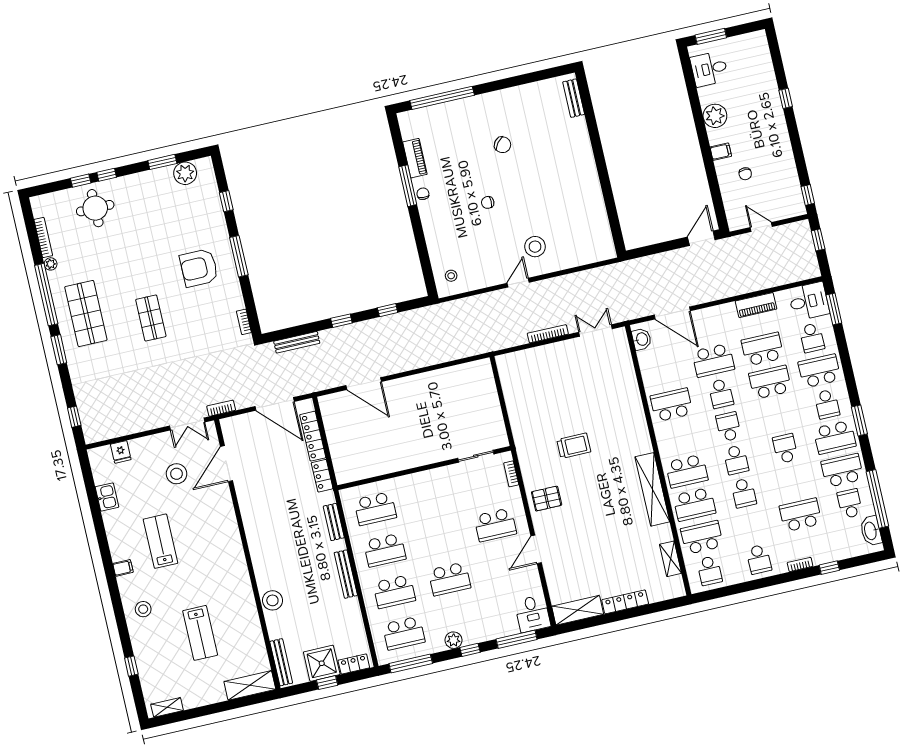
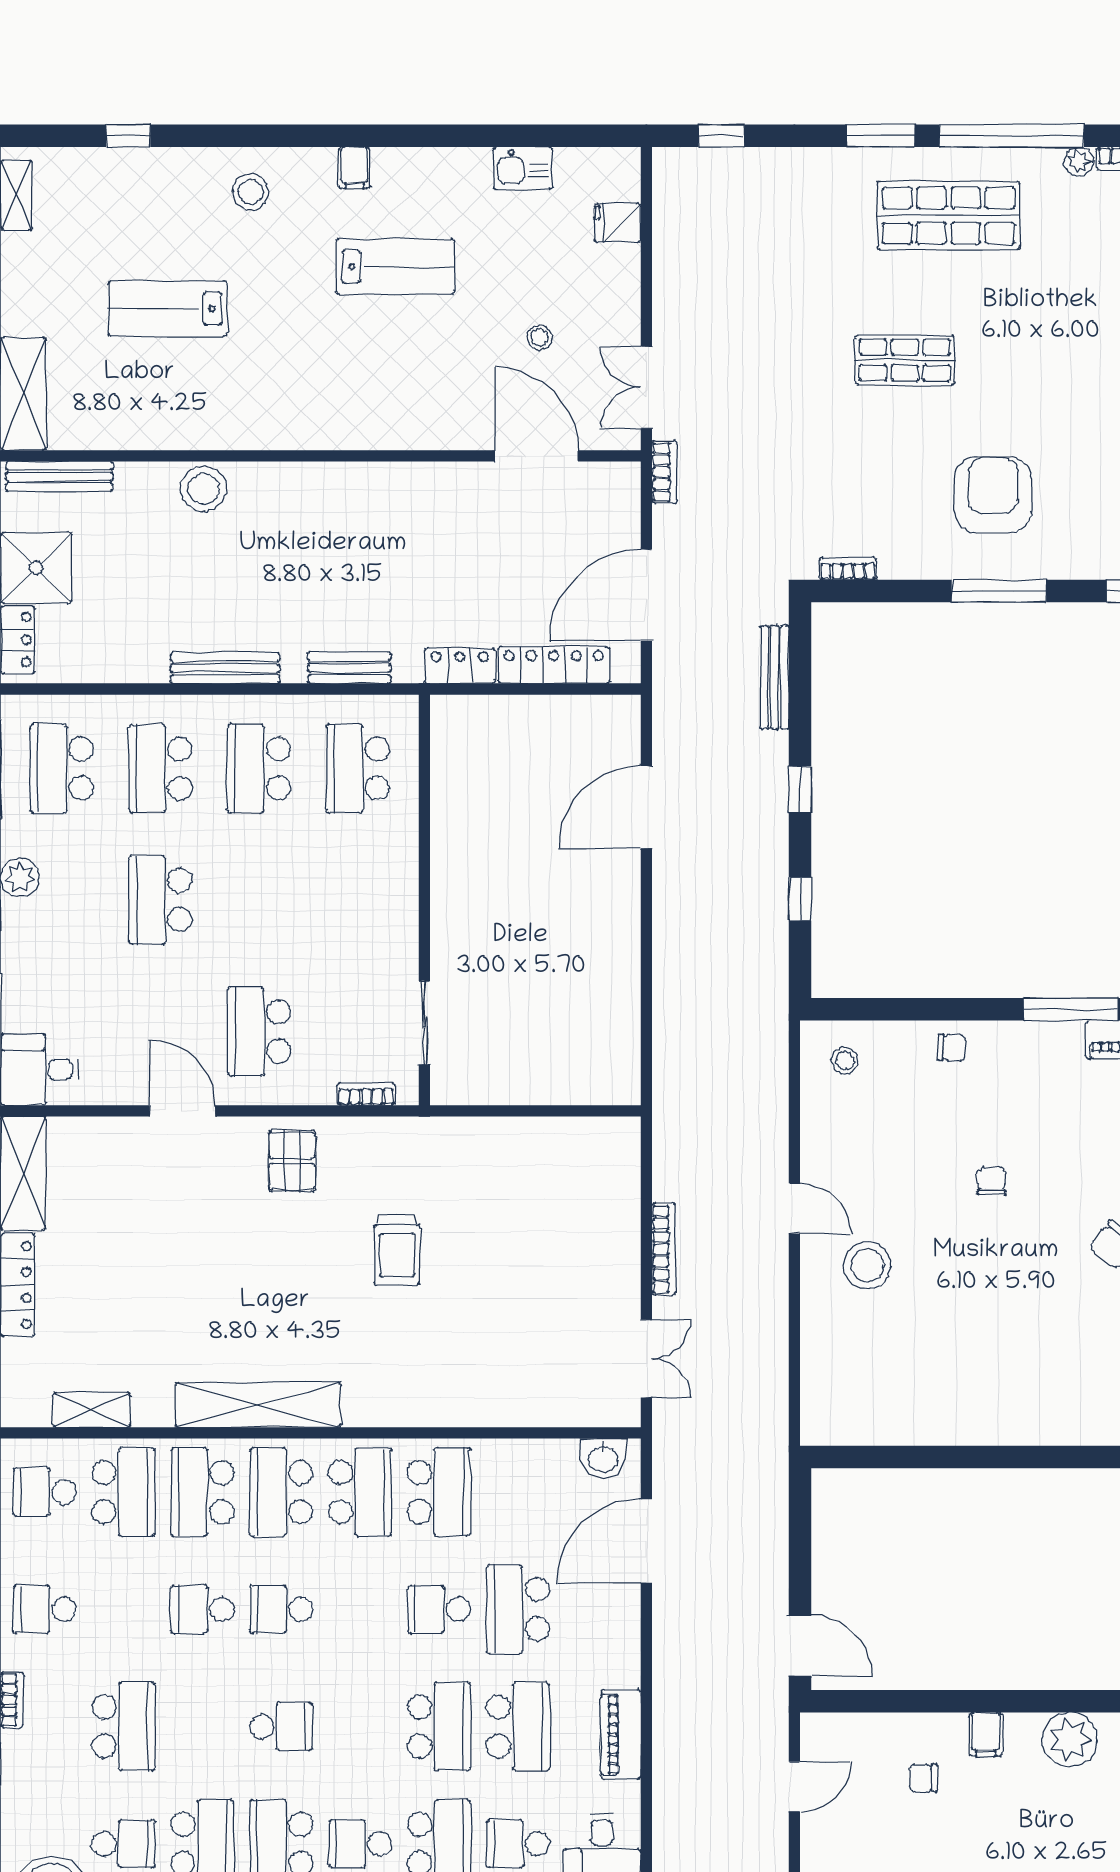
chair: (423, 194) -> (951, 1048), moved
school desk: (728, 427) -> (360, 1492), moved, width x1.85
stool: (176, 474) -> (539, 337), width x0.53, depth x0.53

